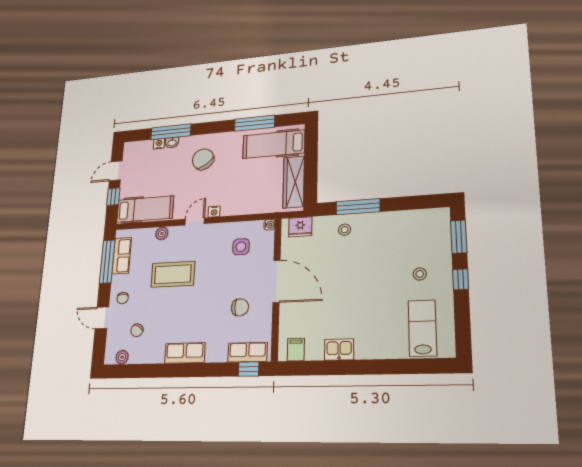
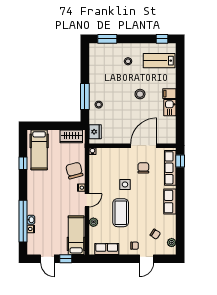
window: (255, 123) -> (23, 163), width x0.46
window: (171, 132) -> (23, 221), width x1.46
chair: (203, 159) -> (74, 171), moved, turned 109
wardrobe: (294, 182) -> (71, 136), width x0.67
door: (195, 221) -> (87, 200), swing flipped
side table: (241, 247) -> (125, 184), moved
window: (107, 262) -> (110, 259), removed
window: (461, 279) -> (162, 39), moved
door: (277, 281) -> (144, 146), moved
stool: (362, 297) -> (140, 94), added
filing cabinet: (296, 350) -> (169, 94), moved
row of seats: (248, 352) -> (170, 168), width x1.48

